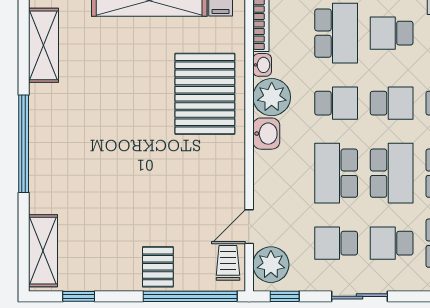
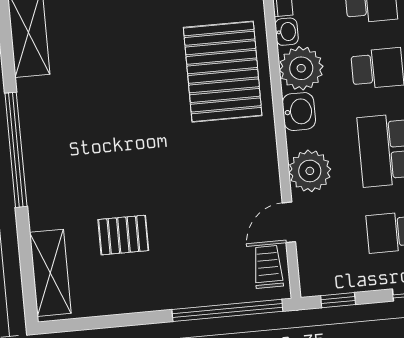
plant: (271, 265) -> (310, 171), moved
pallet: (158, 267) -> (123, 235), moved, turned 90
window: (79, 296) -> (97, 323), removed

